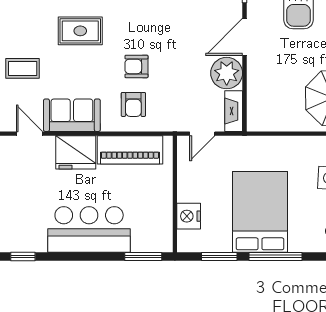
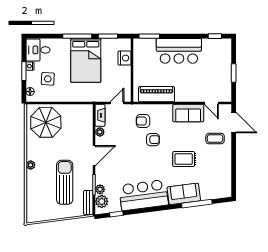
plant: (227, 73) -> (100, 132), width x0.53, depth x0.53
armchair: (133, 104) -> (143, 121), moved, turned -90
fridge: (76, 152) -> (186, 93), removed

